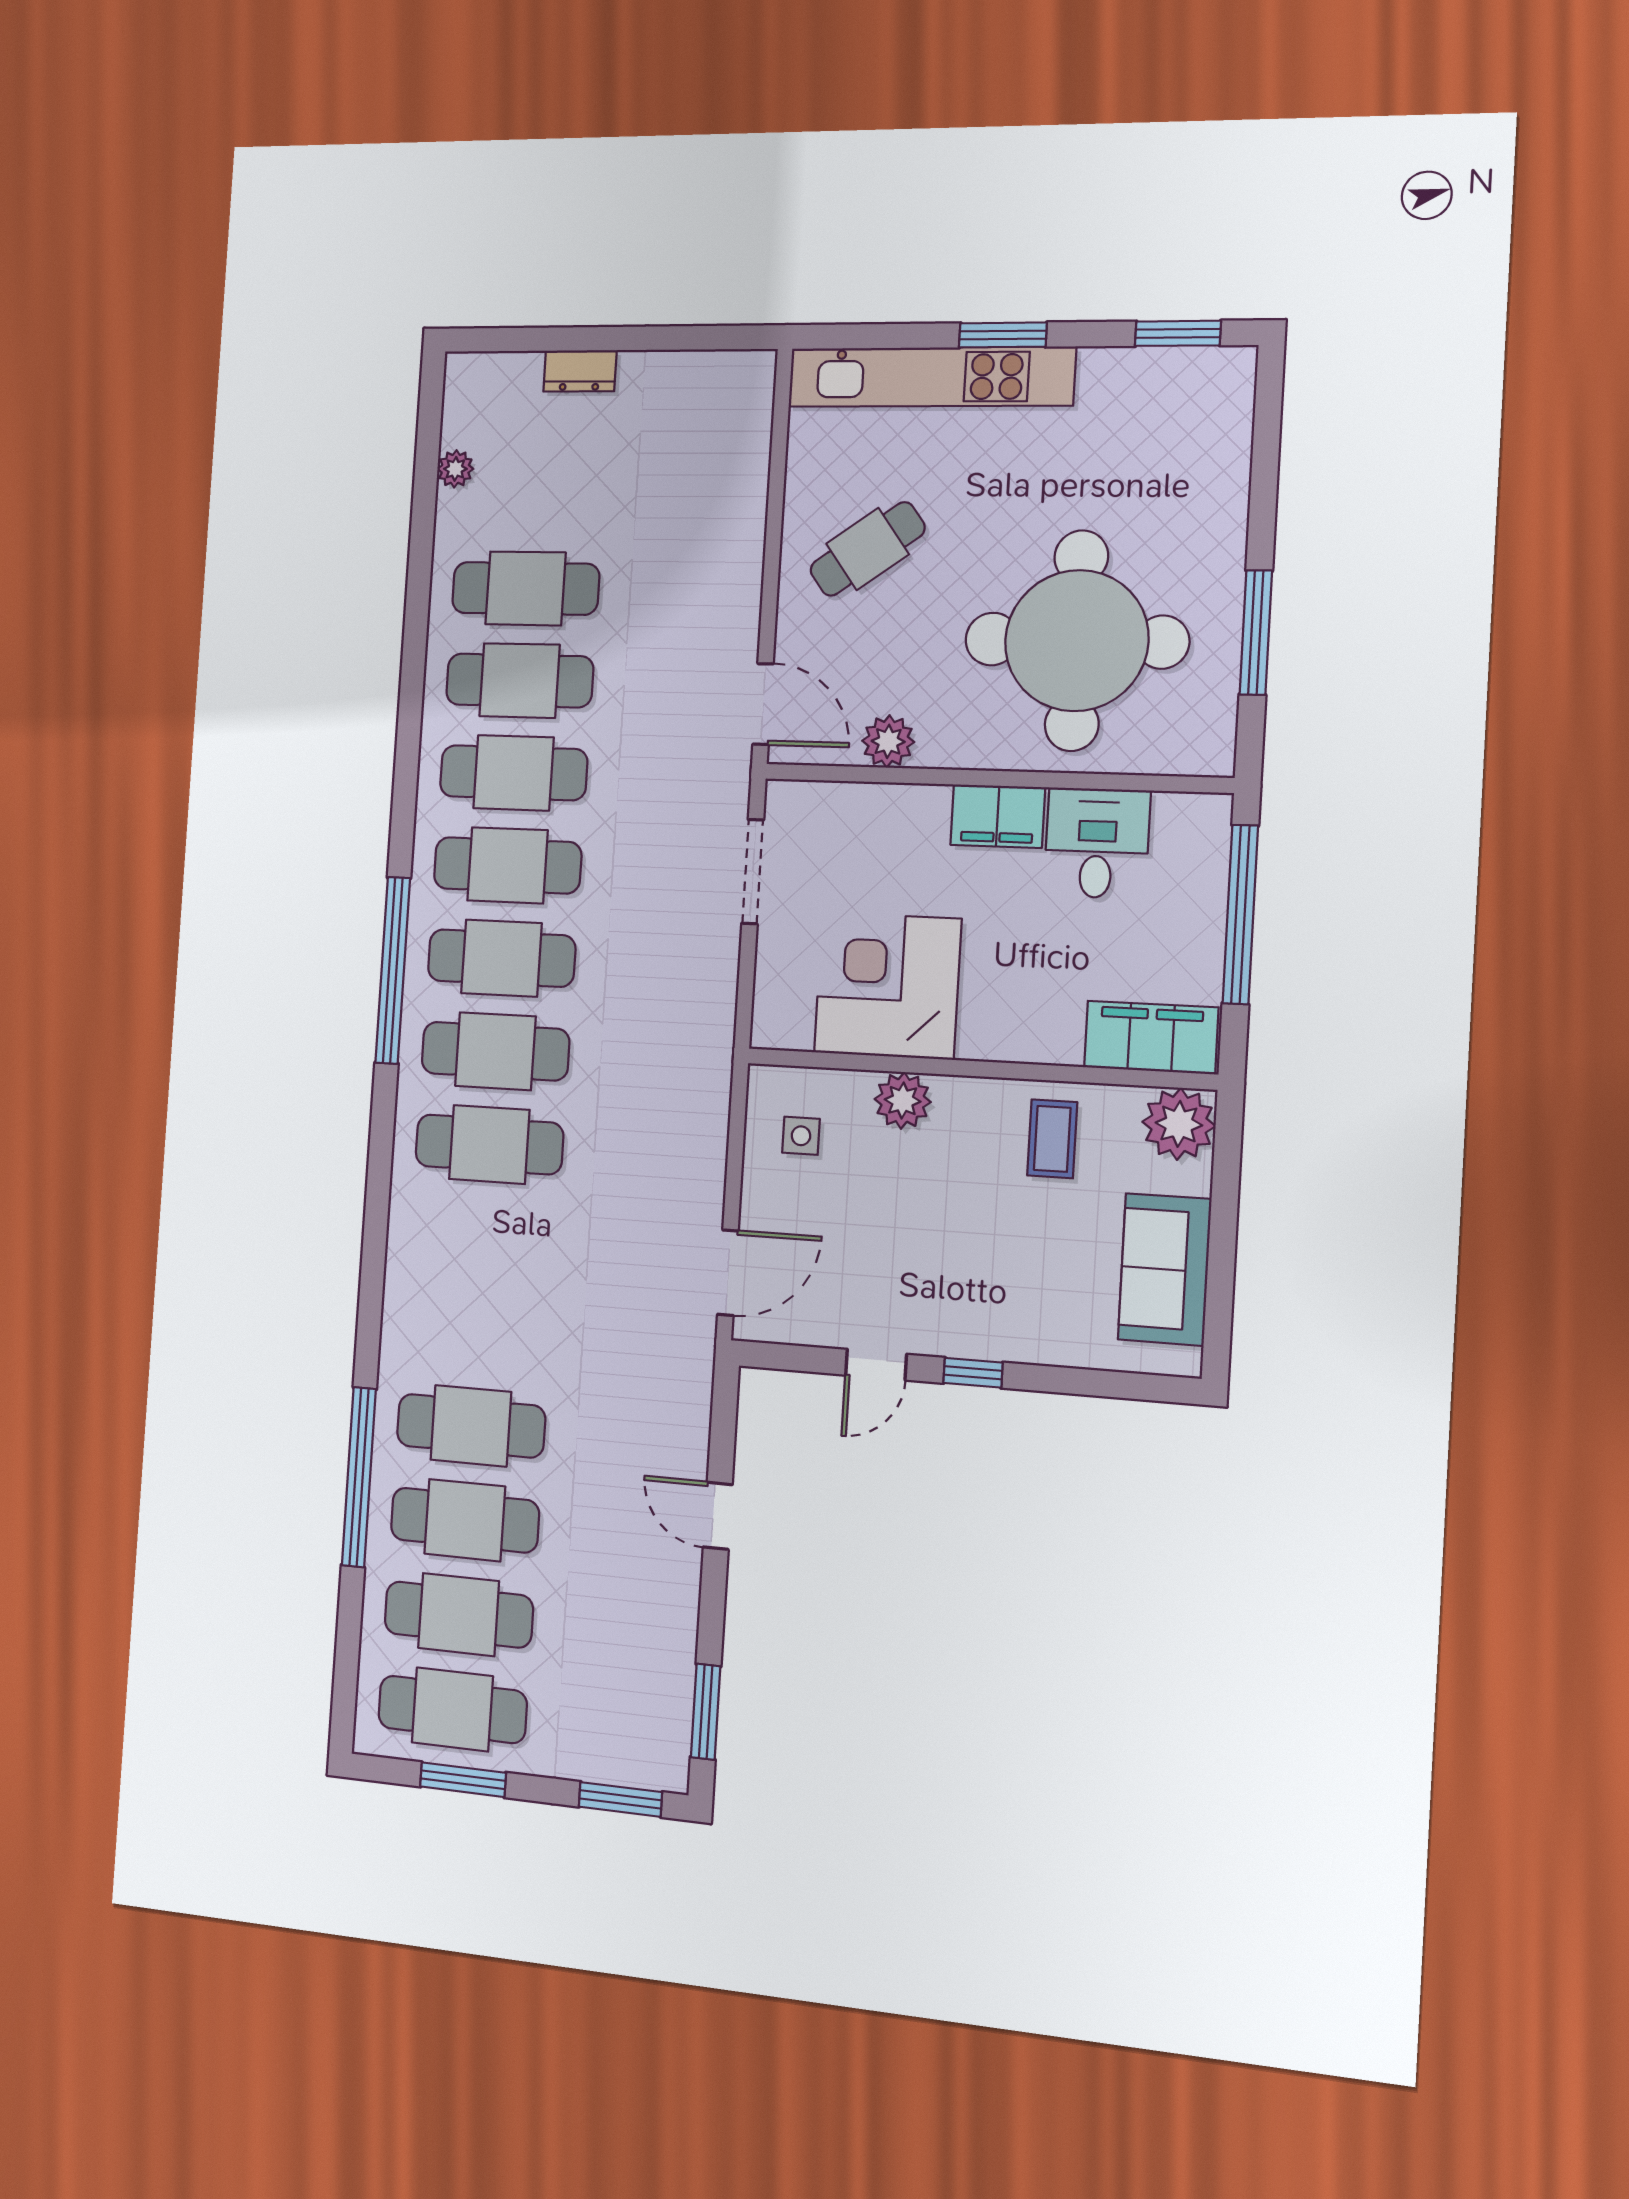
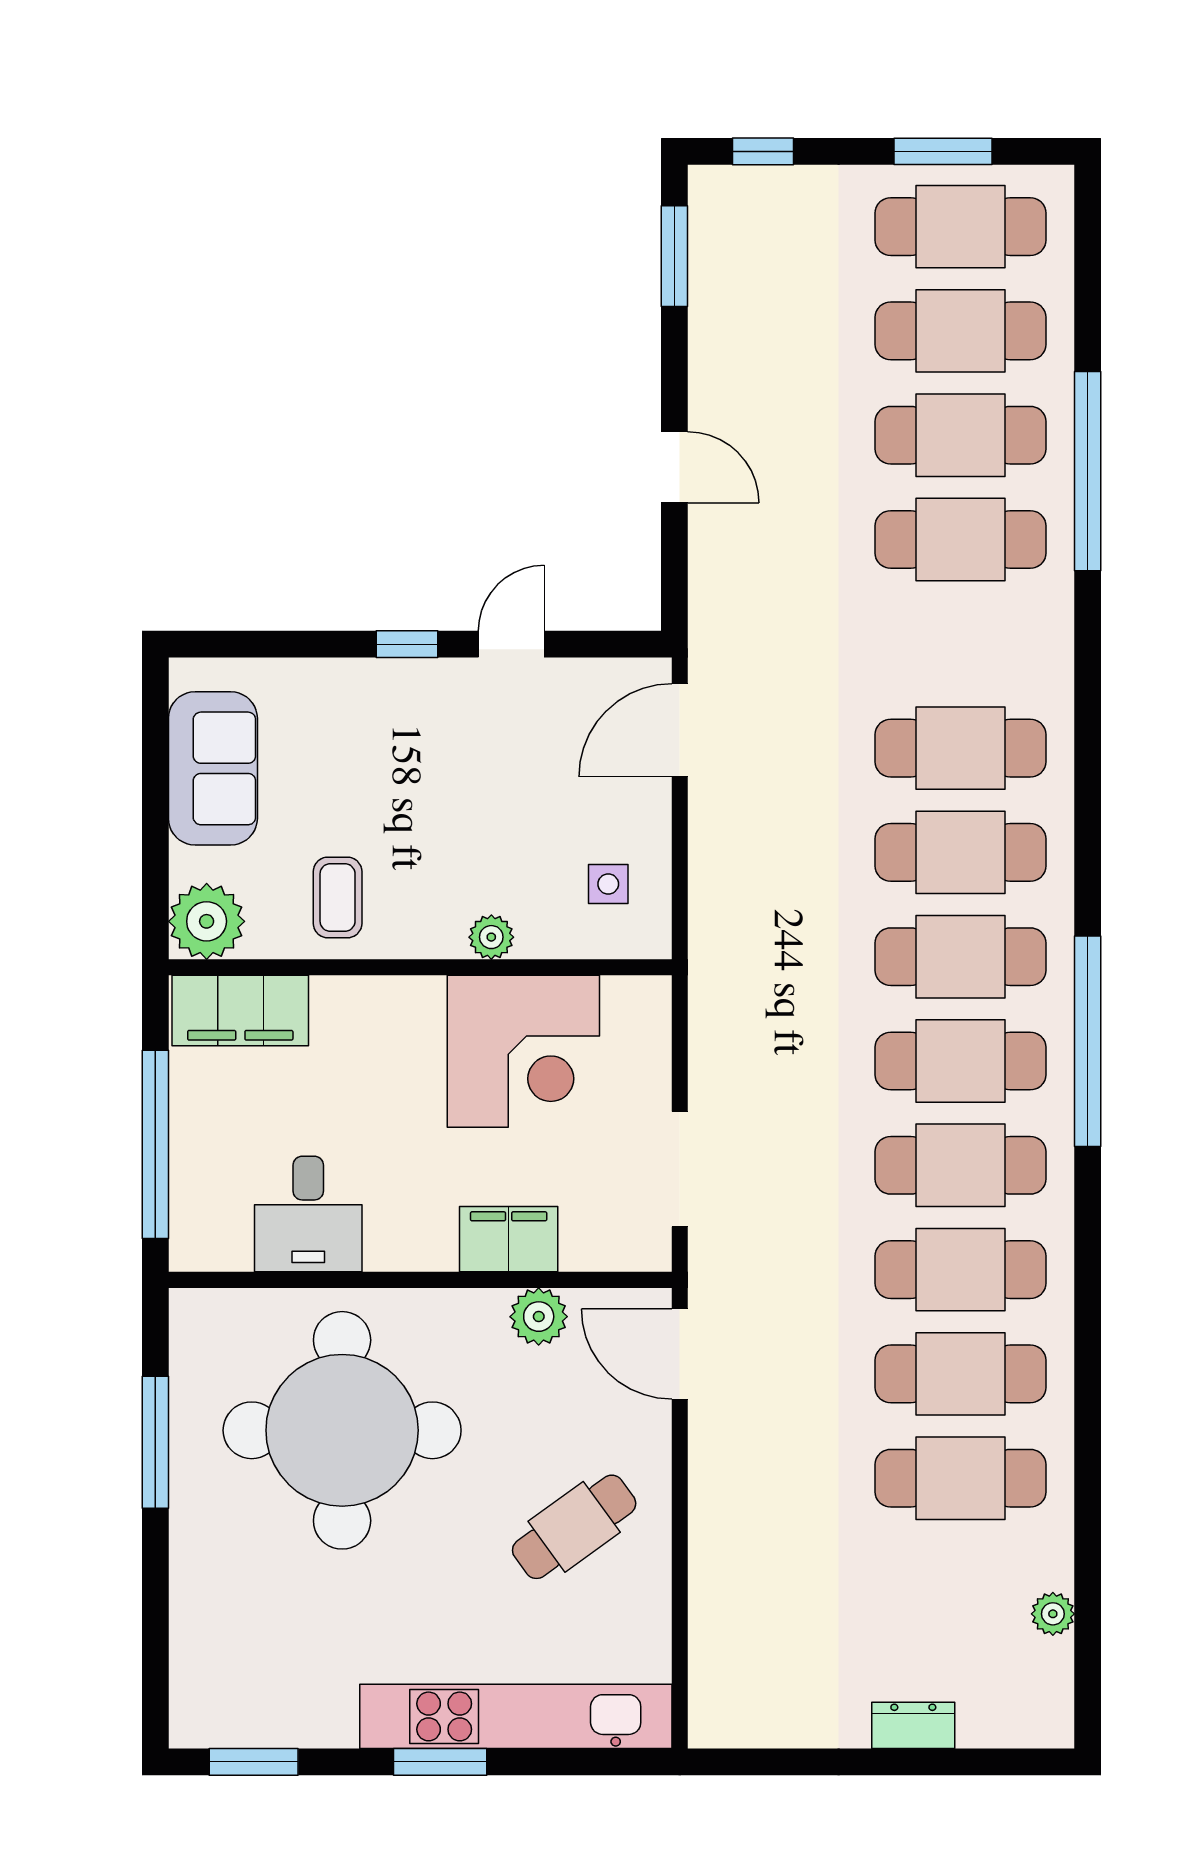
filing cabinet: (998, 816) -> (509, 1239), moved
plant: (903, 1100) -> (491, 937), width x0.73, depth x0.73
cafe table: (483, 1238) -> (961, 748), added
window: (620, 1799) -> (763, 151), width x0.67

